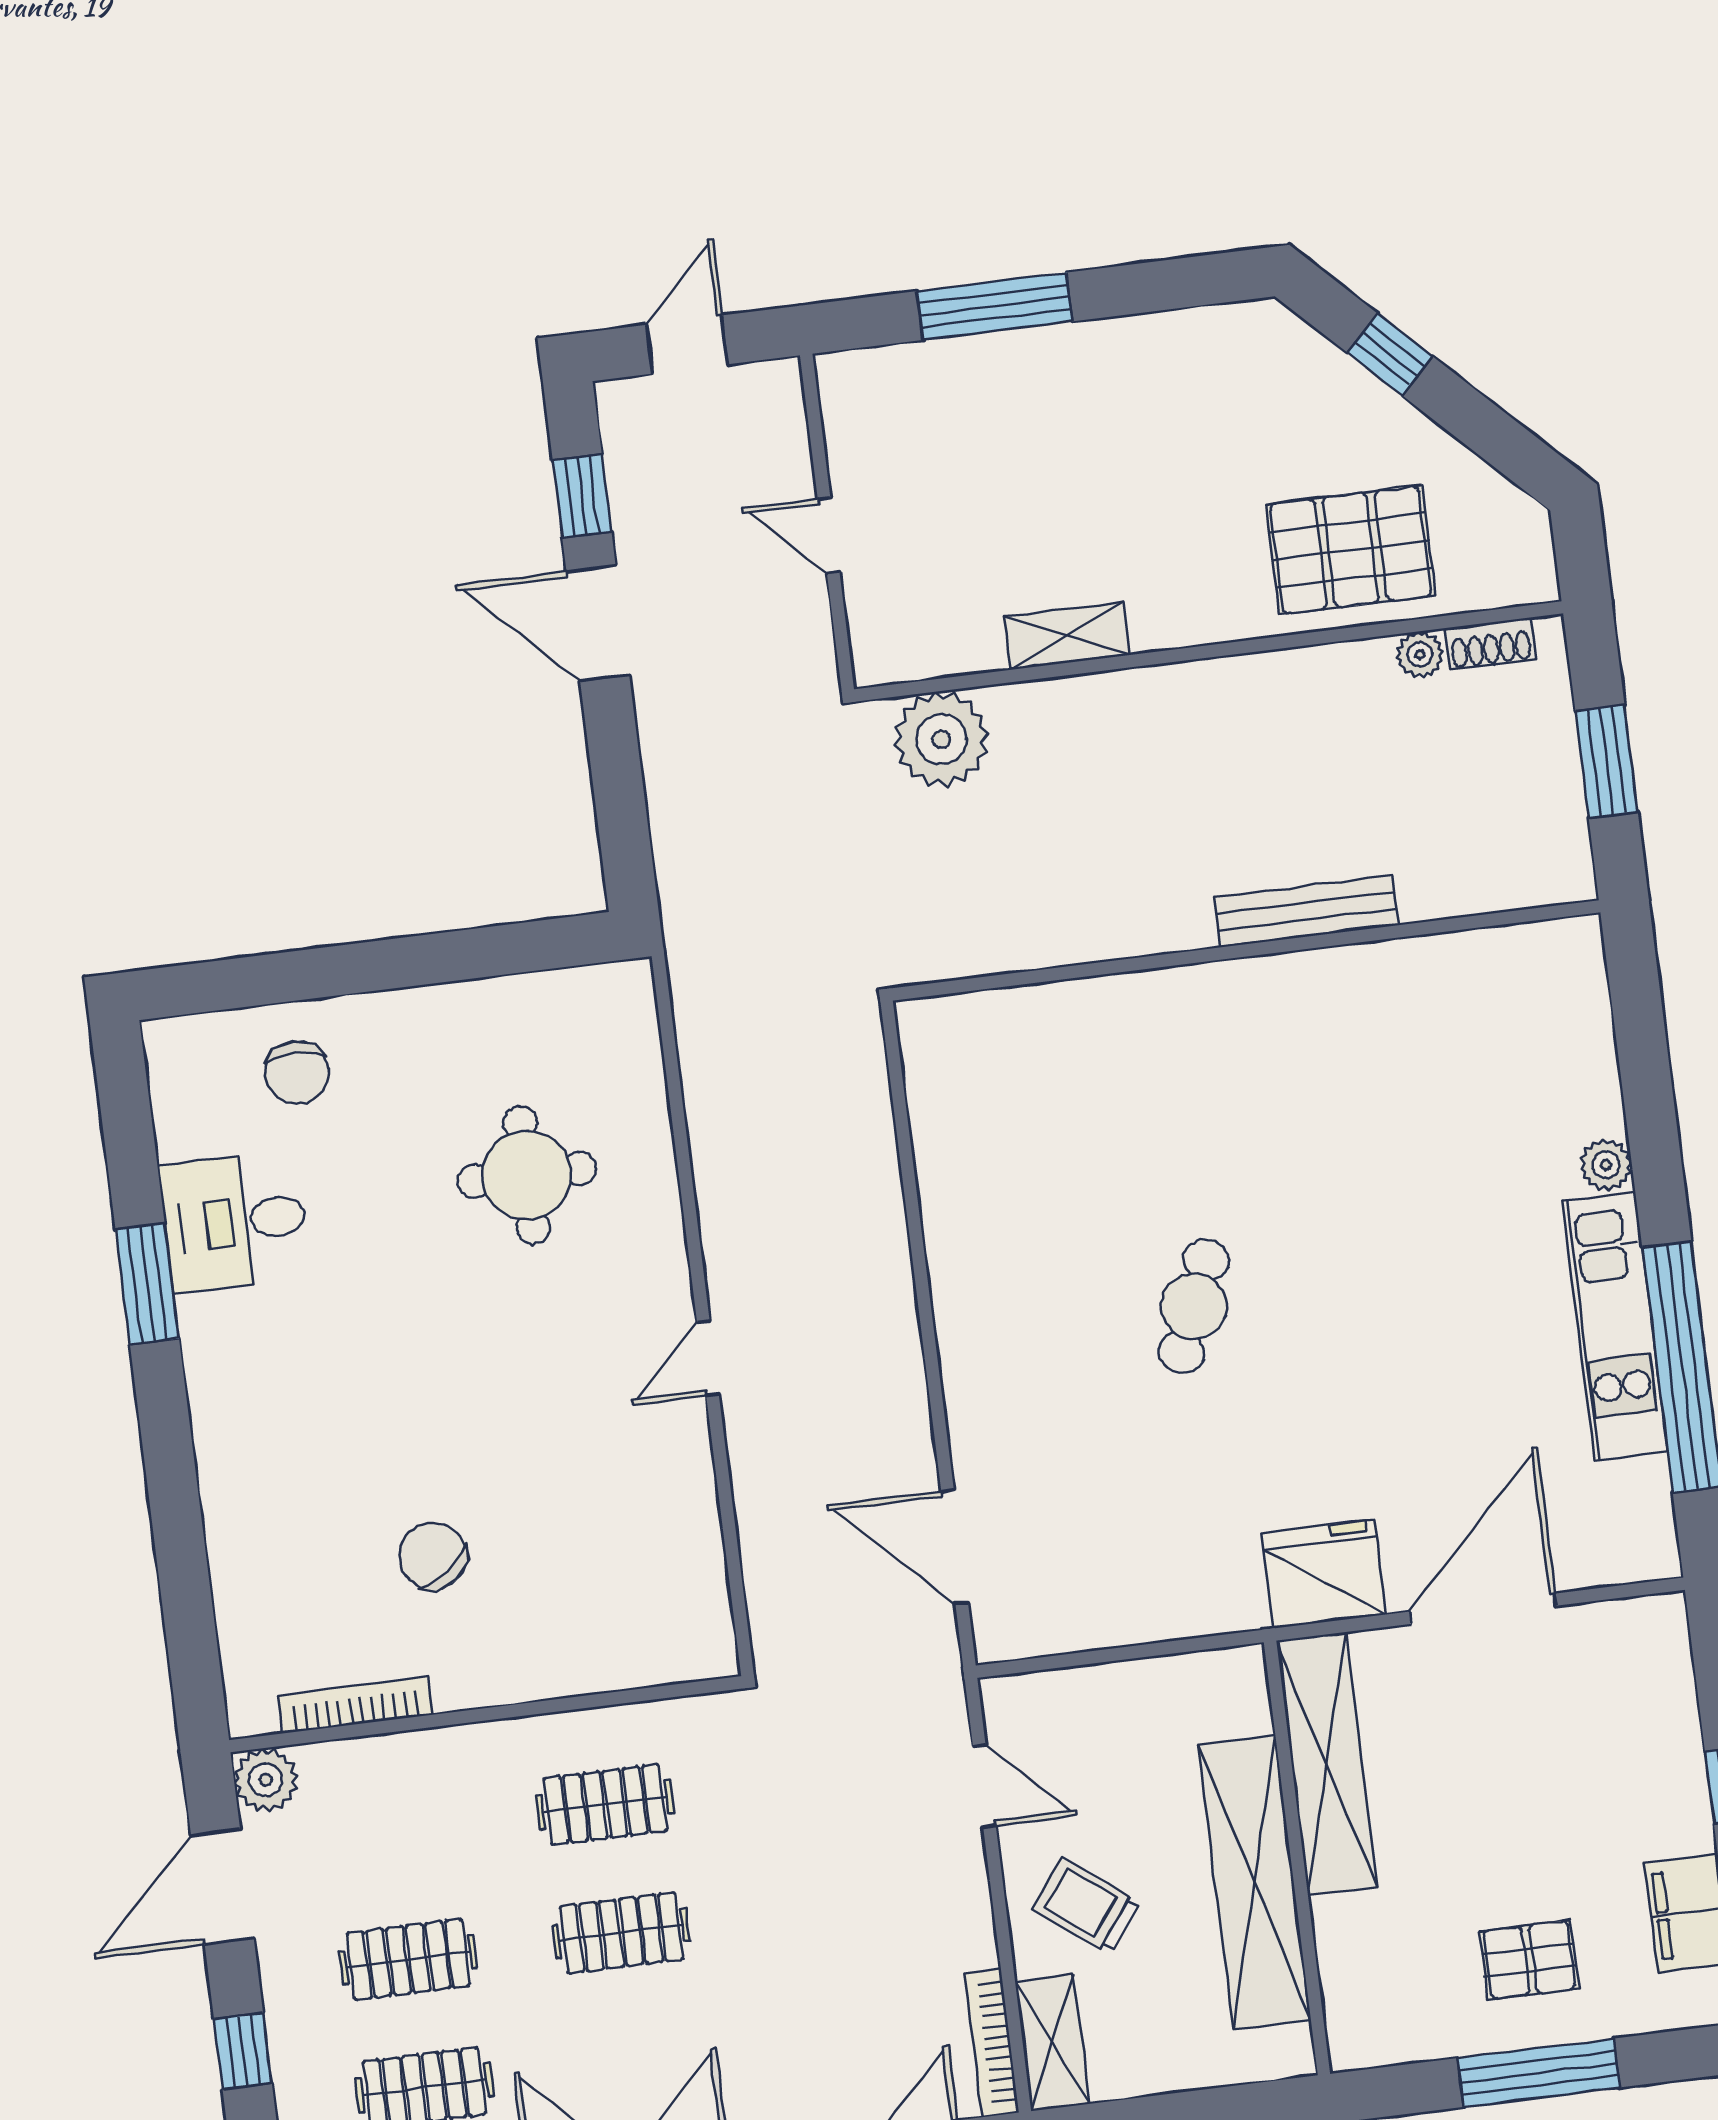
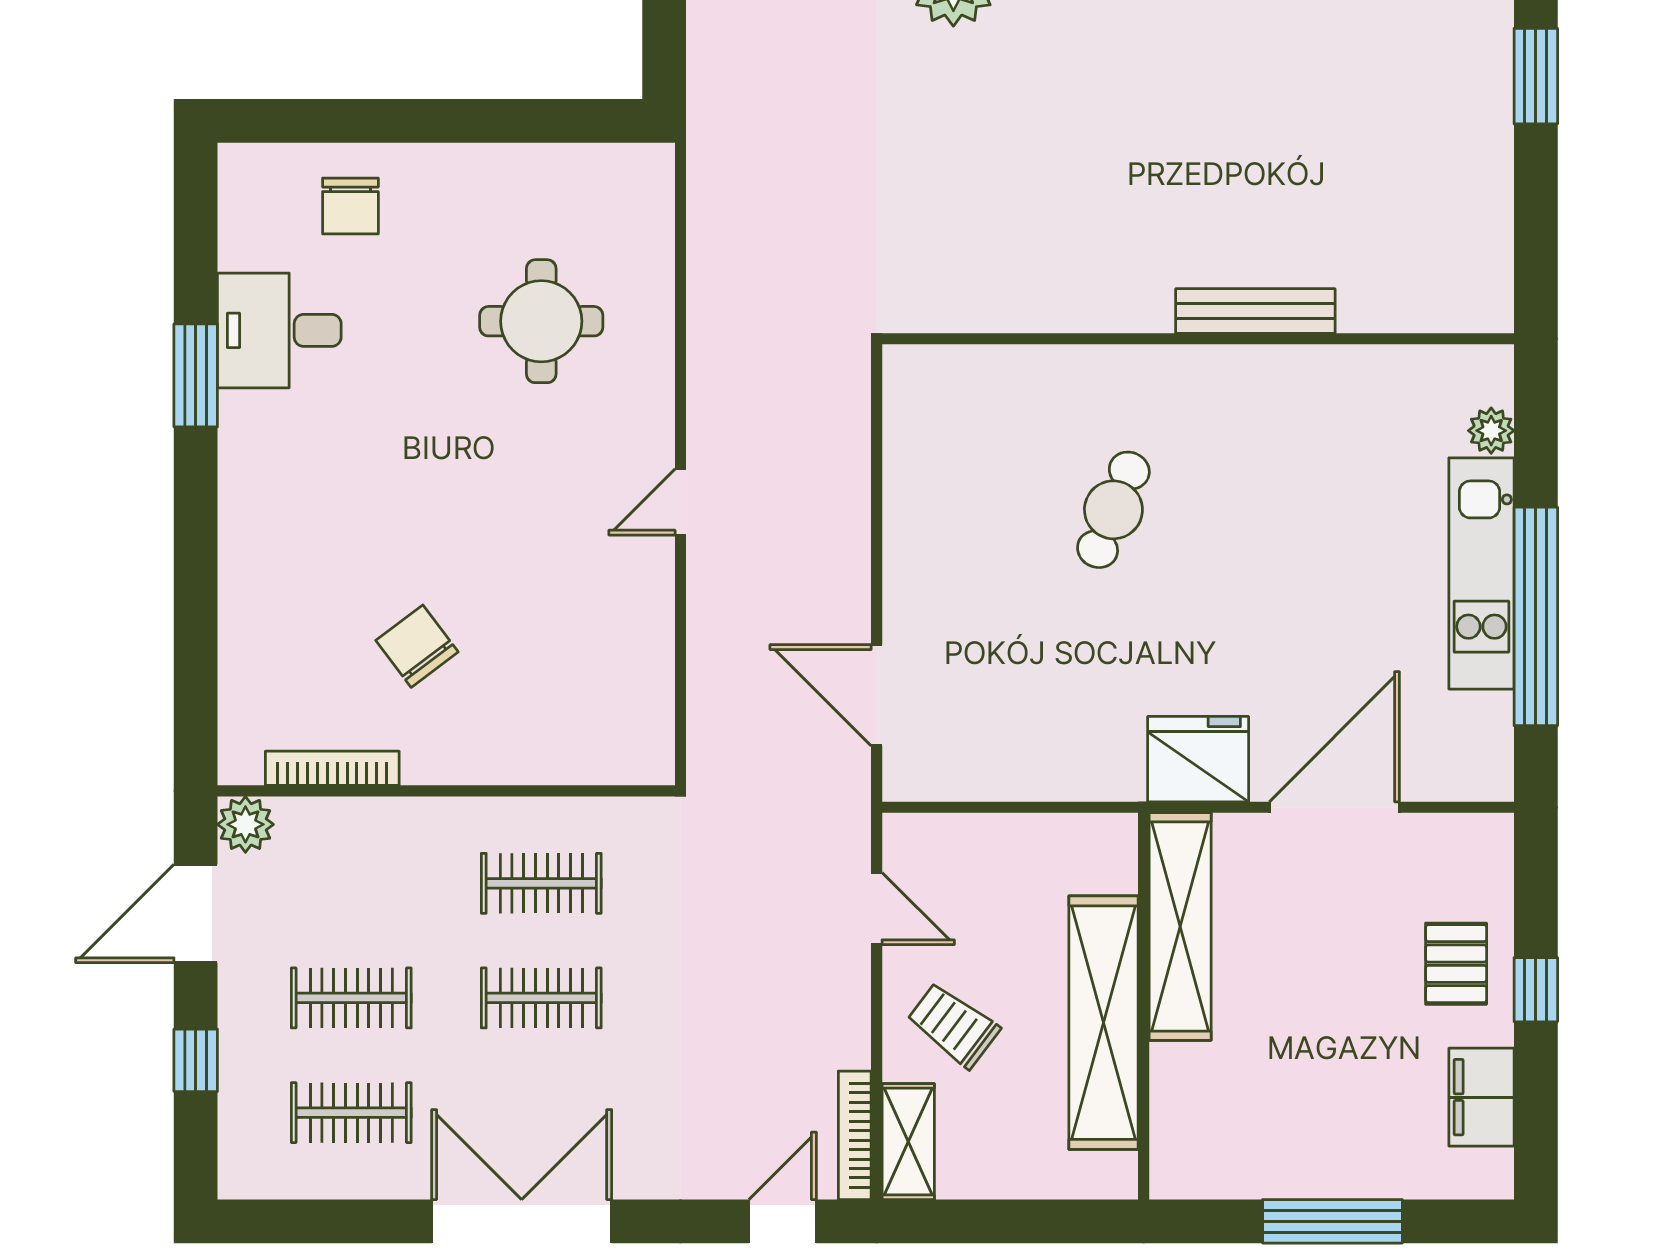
bench: (1306, 911) -> (1255, 311), moved
wall: (1246, 950) -> (1198, 339), moved
pallet: (1529, 1960) -> (1456, 964), moved, turned 90

